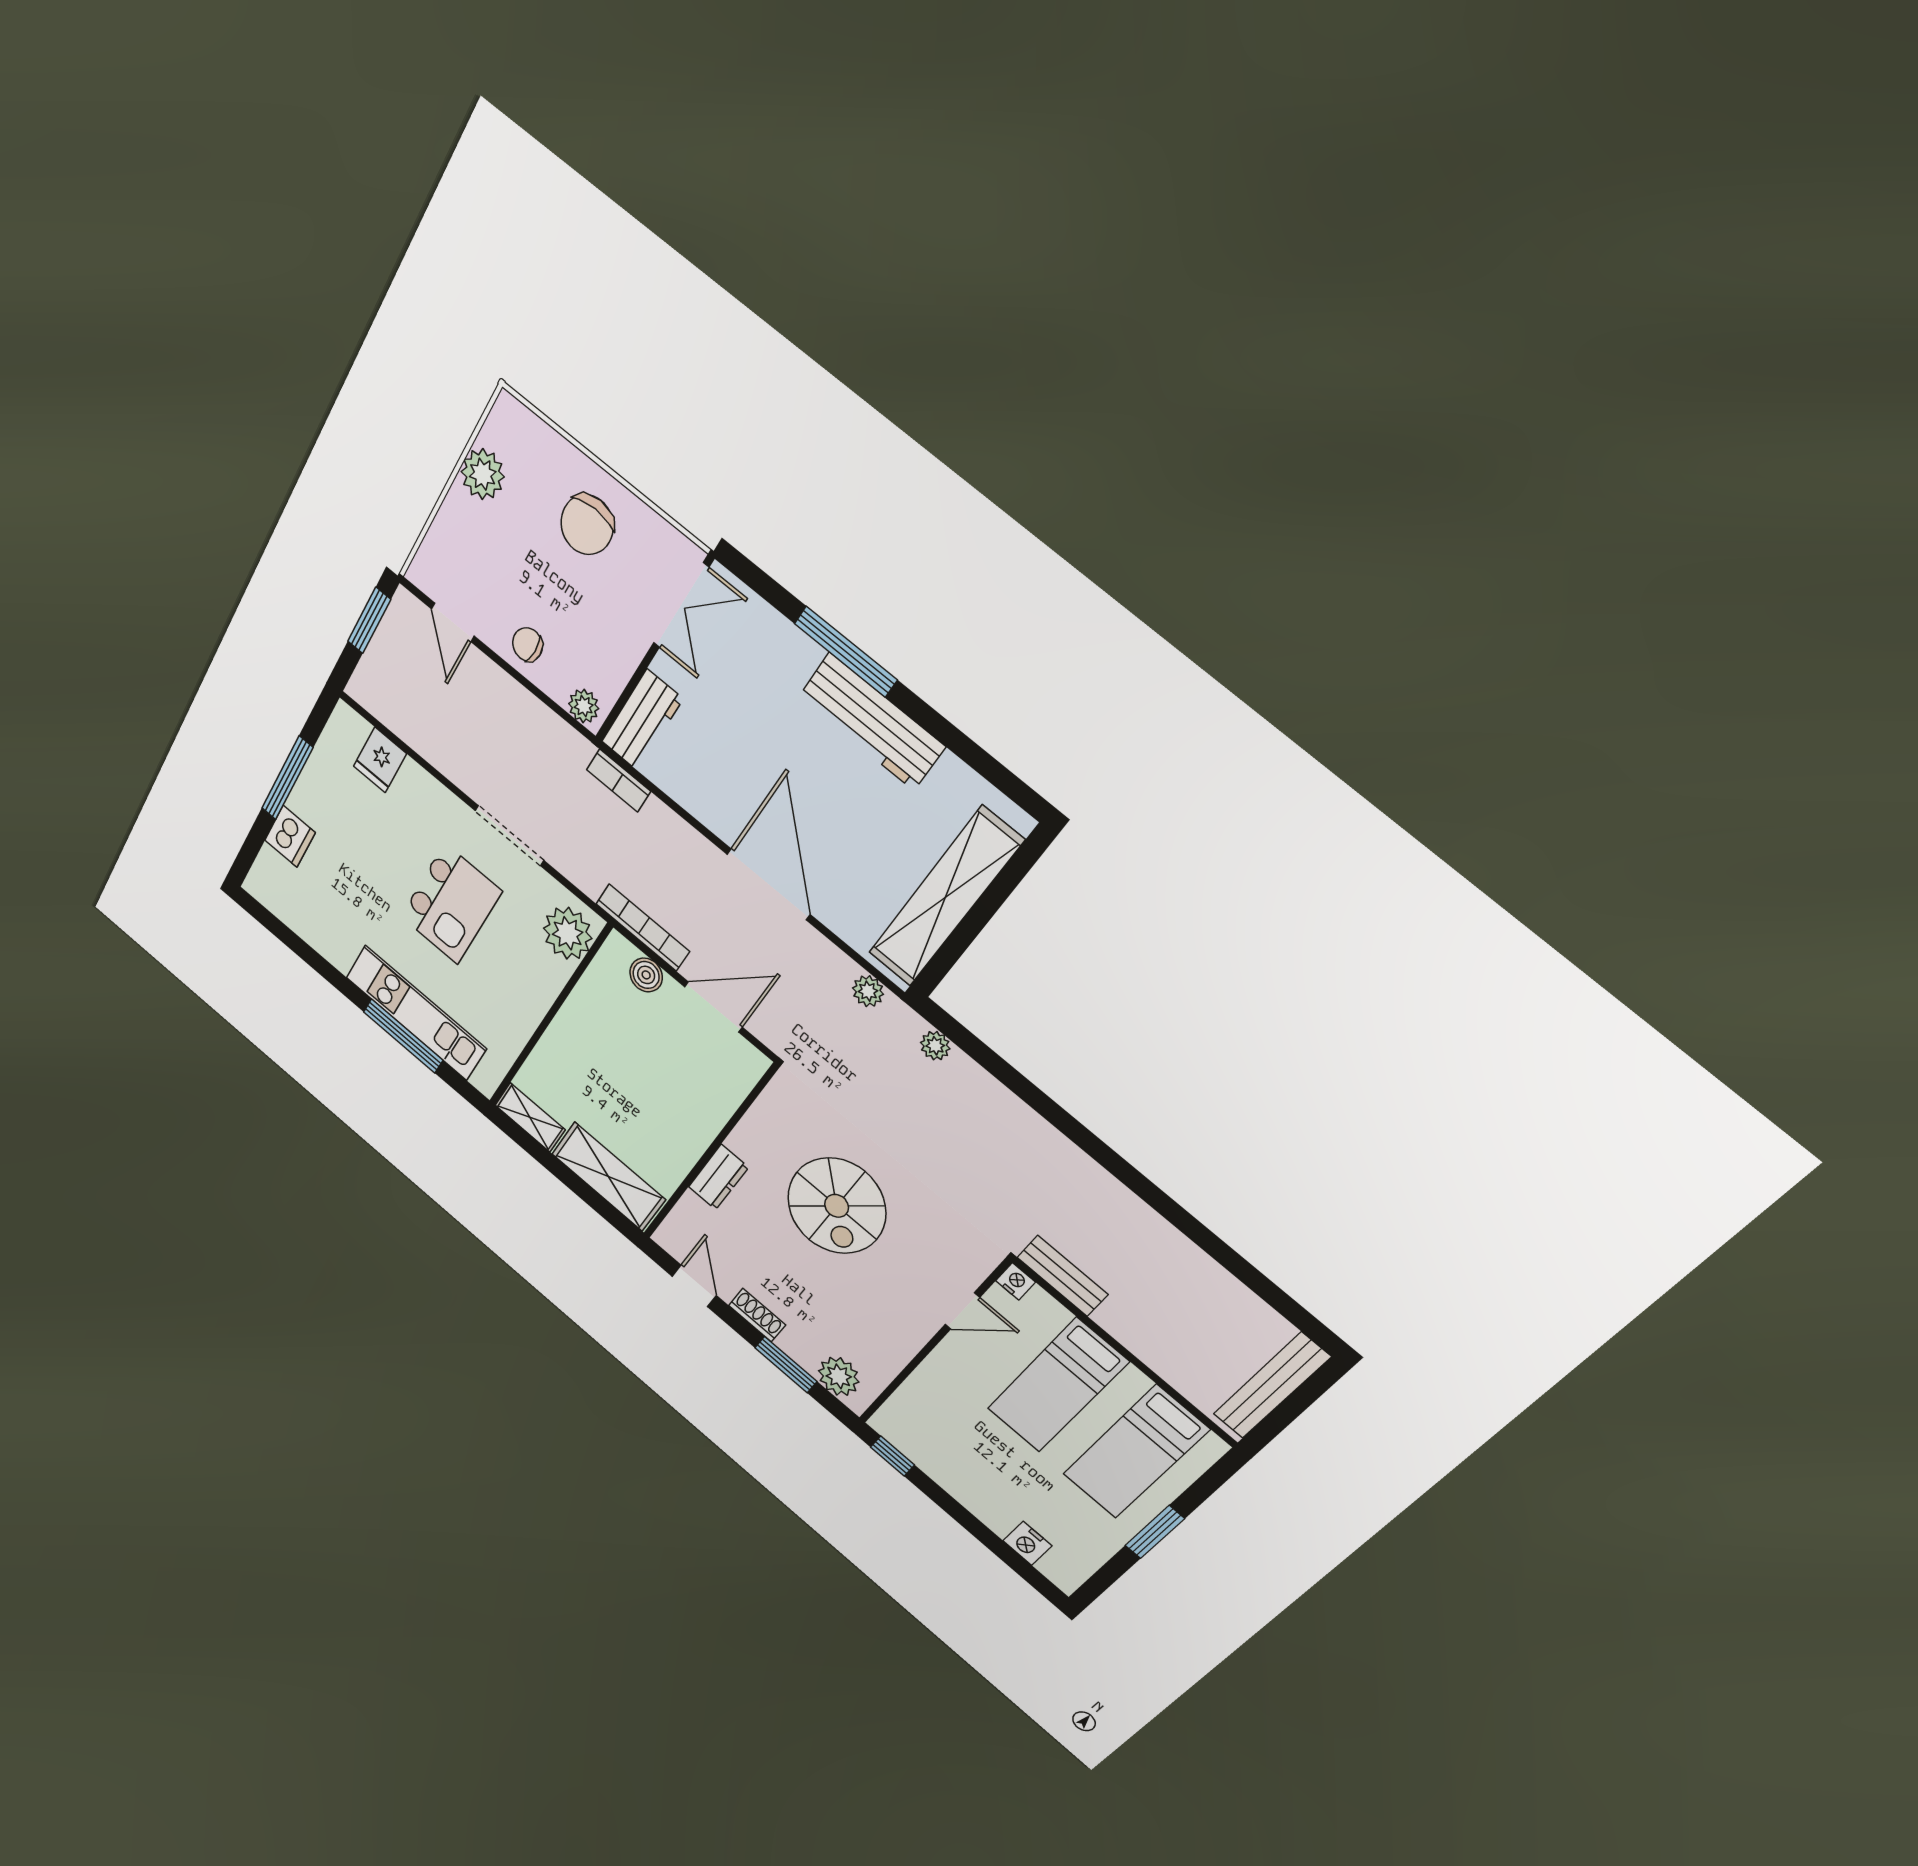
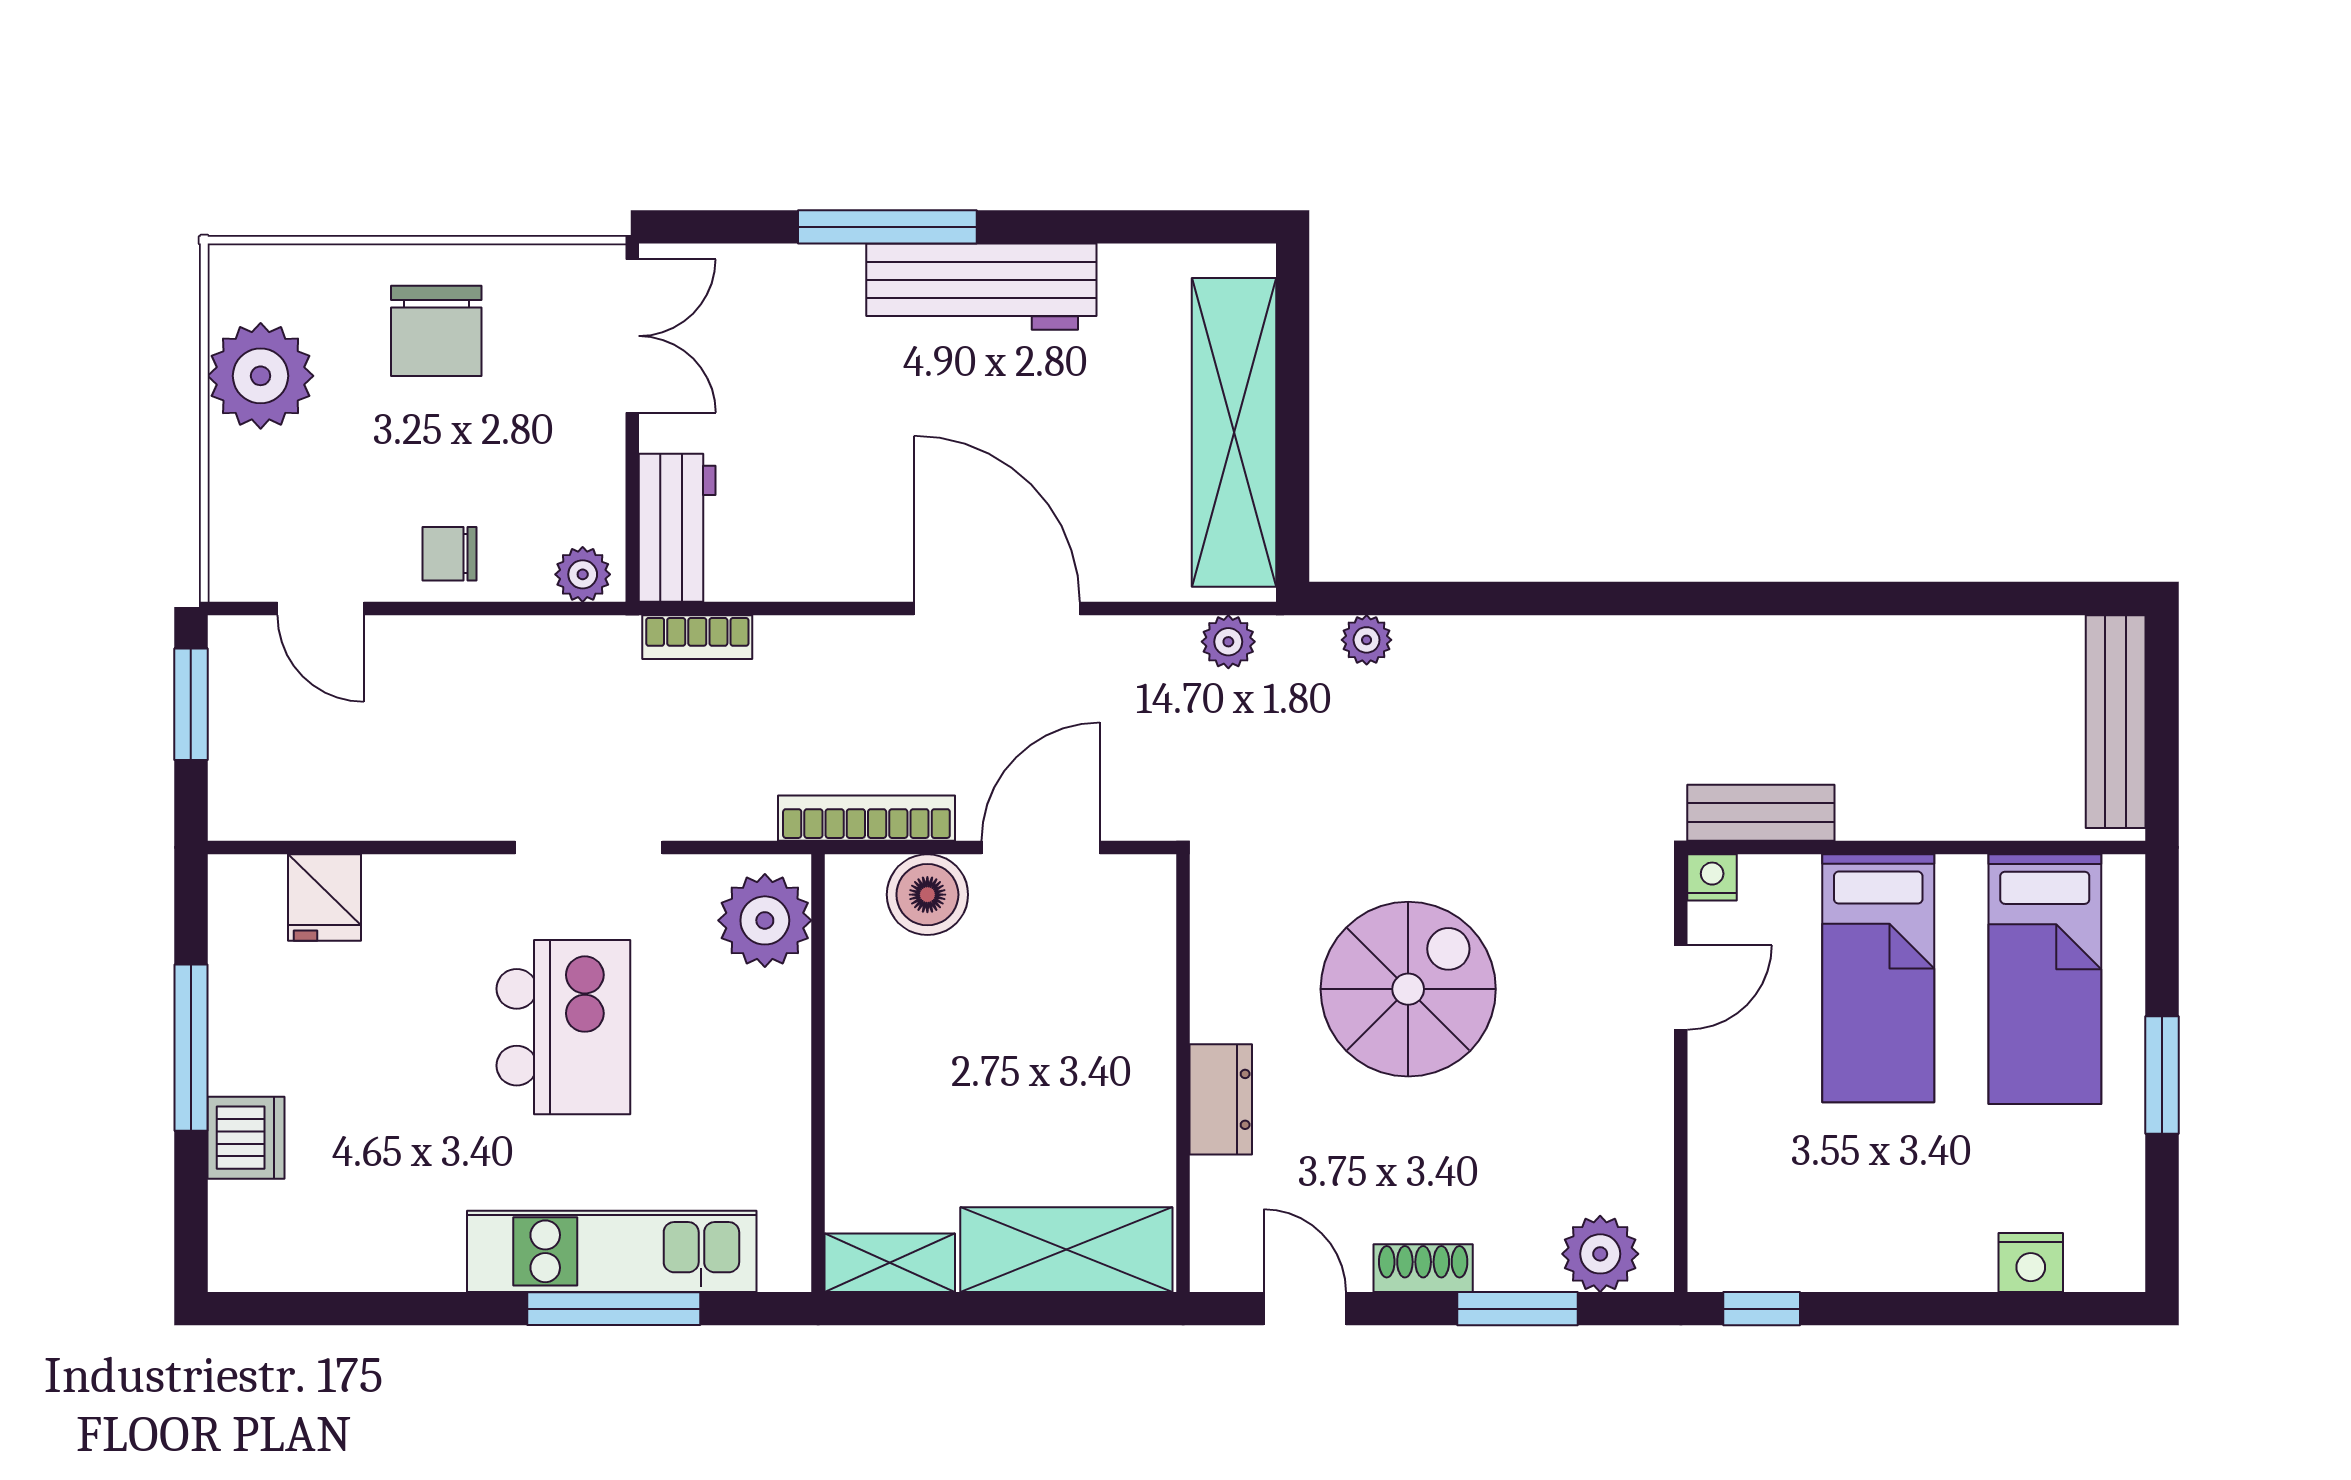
plant: (483, 474) -> (261, 376), width x1.36, depth x1.36
boiler: (646, 975) -> (927, 895), width x1.36, depth x1.36
spiral stairs: (837, 1206) -> (1408, 989), turned -90

